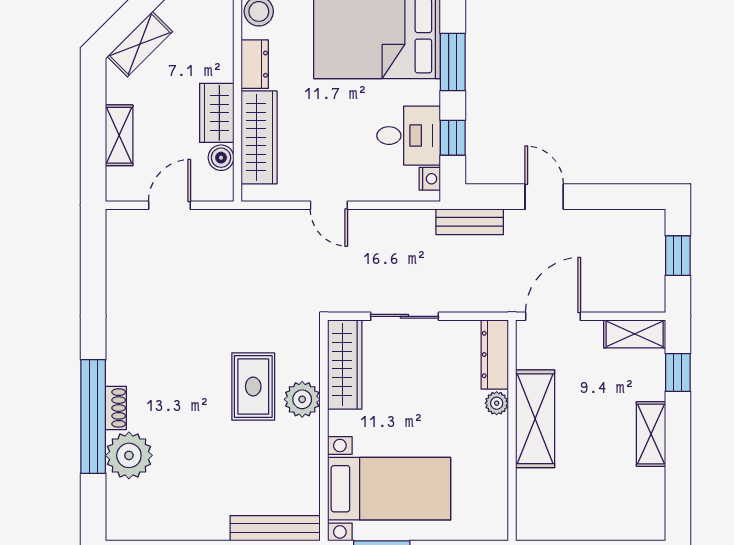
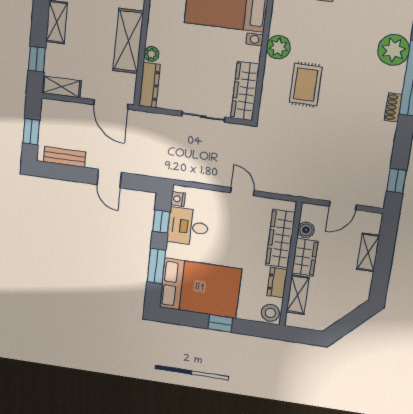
shelving: (140, 44) -> (298, 295), moved, turned -45
bench: (470, 222) -> (65, 157), moved
window: (93, 256) -> (396, 181), added
door: (553, 316) -> (111, 104), hinge flipped
plant: (302, 399) -> (278, 47), moved
shoe rack: (116, 408) -> (393, 107), moved

